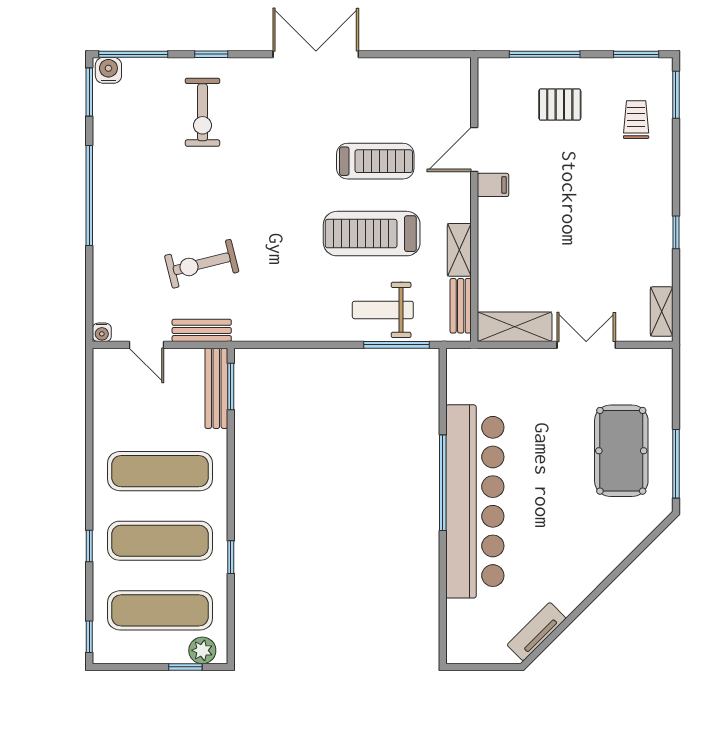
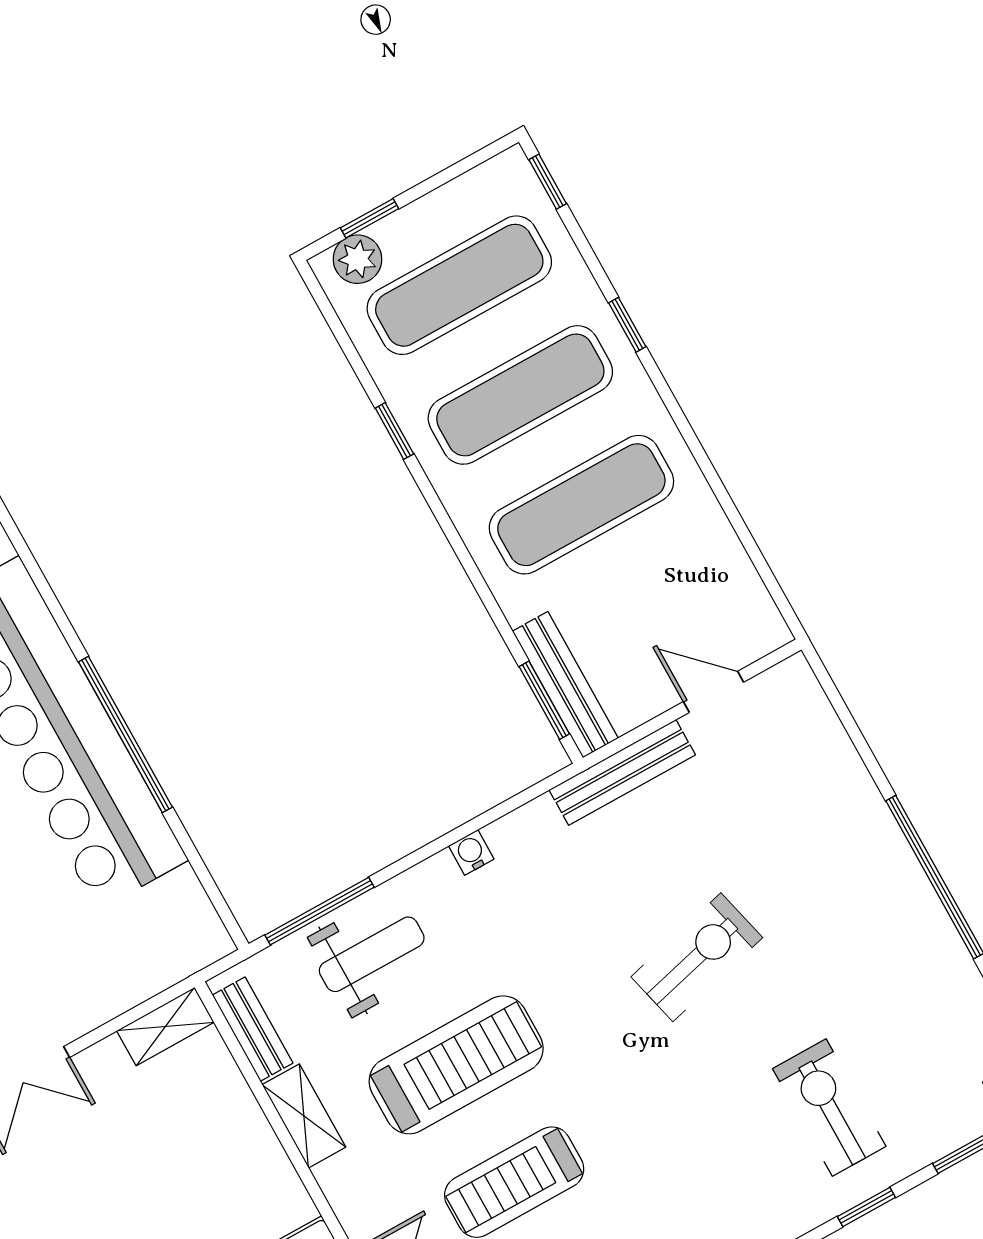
exercise bike: (202, 264) -> (697, 957), moved
shelving: (515, 327) -> (165, 1026), width x0.67, depth x0.75
bench: (202, 330) -> (622, 772), width x1.36
water cooler: (102, 332) -> (471, 852), moved

